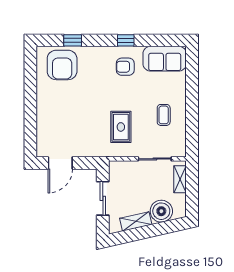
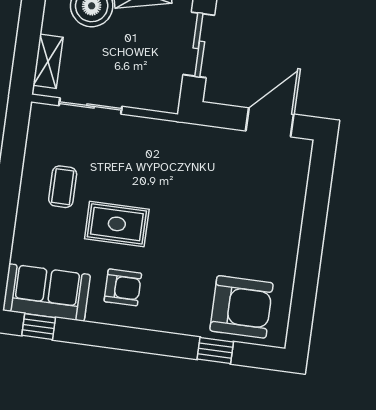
window: (126, 40) -> (39, 327), moved
armchair: (62, 65) -> (241, 307), turned 90
rug: (121, 127) -> (117, 224), moved, turned 90

